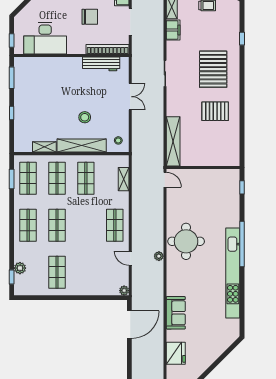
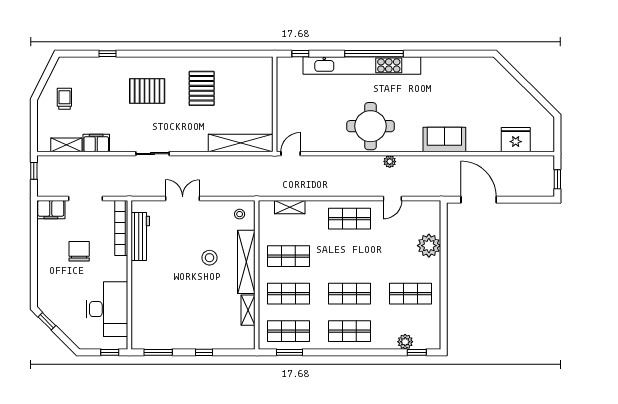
pallet: (213, 69) -> (147, 91), width x0.73, depth x0.71
kitchen unit: (233, 273) -> (362, 65), moved
plant: (124, 291) -> (429, 246), moved, width x1.88, depth x1.88
sofa: (176, 313) -> (444, 139), moved

